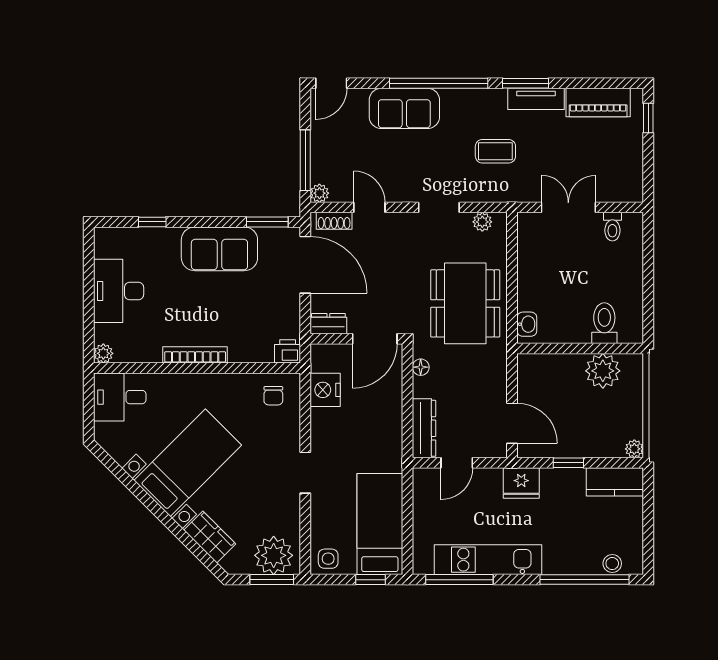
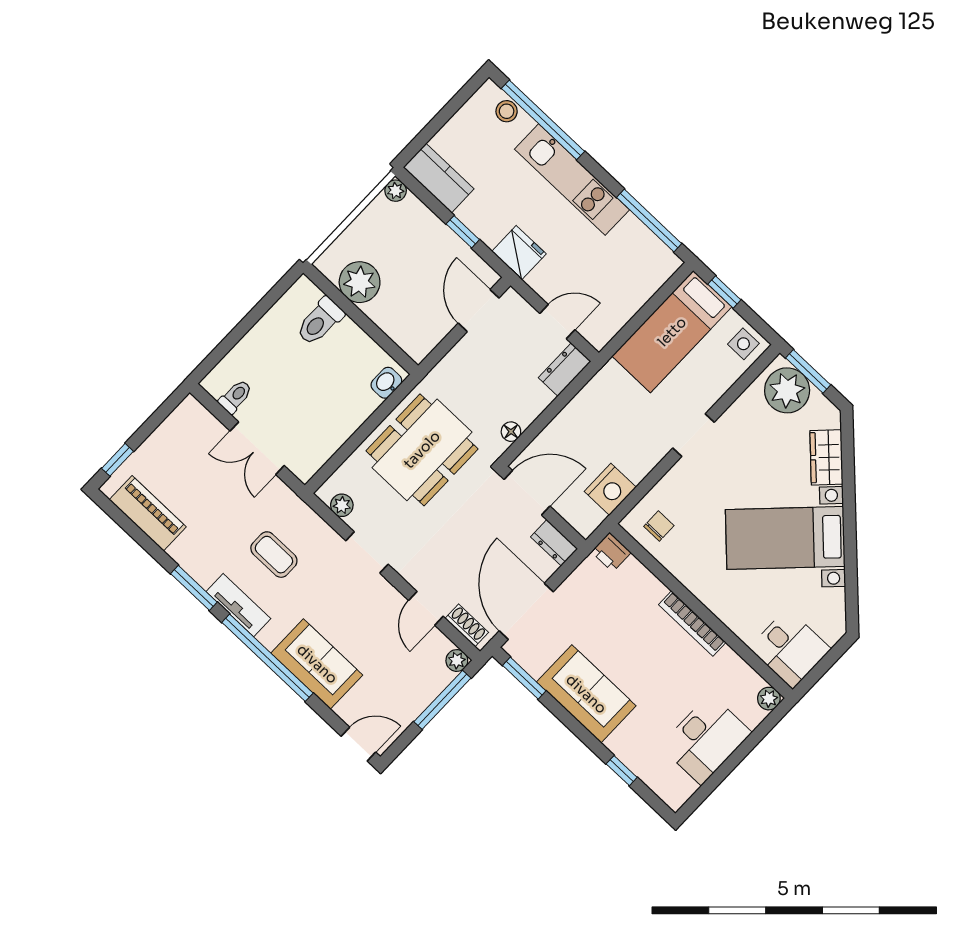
tv unit: (536, 99) -> (238, 605), moved
dresser: (424, 428) -> (565, 370), width x0.70
kitchen unit: (488, 560) -> (572, 179), moved

